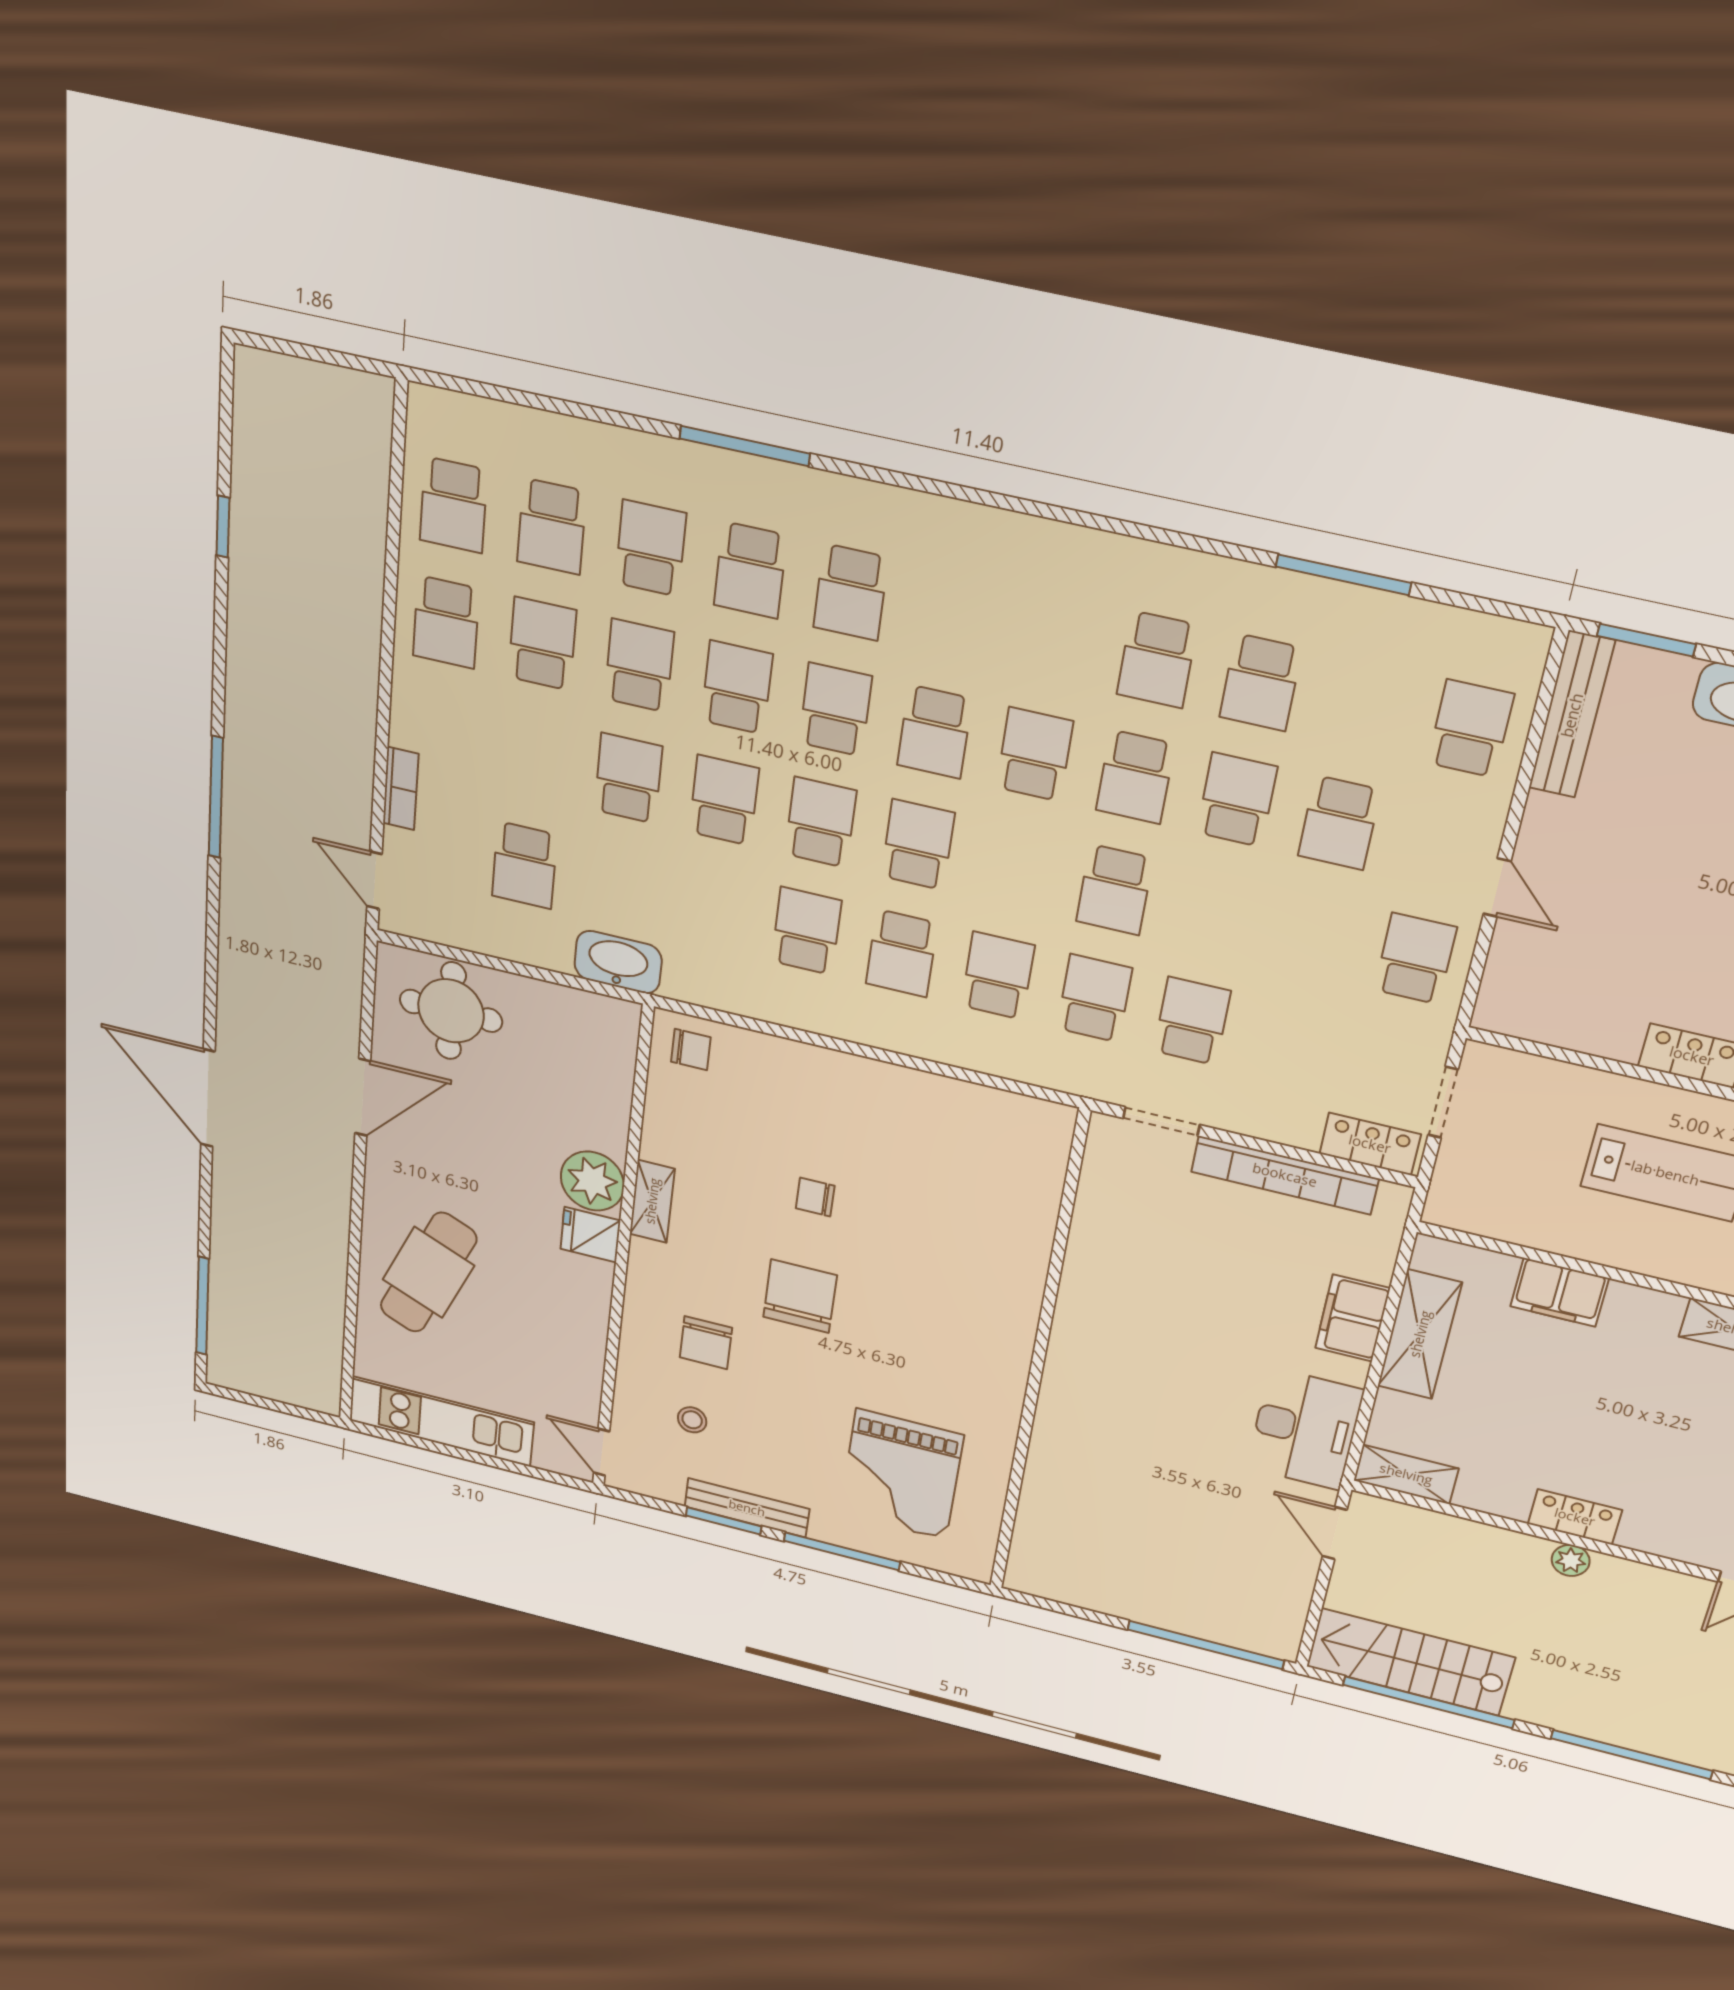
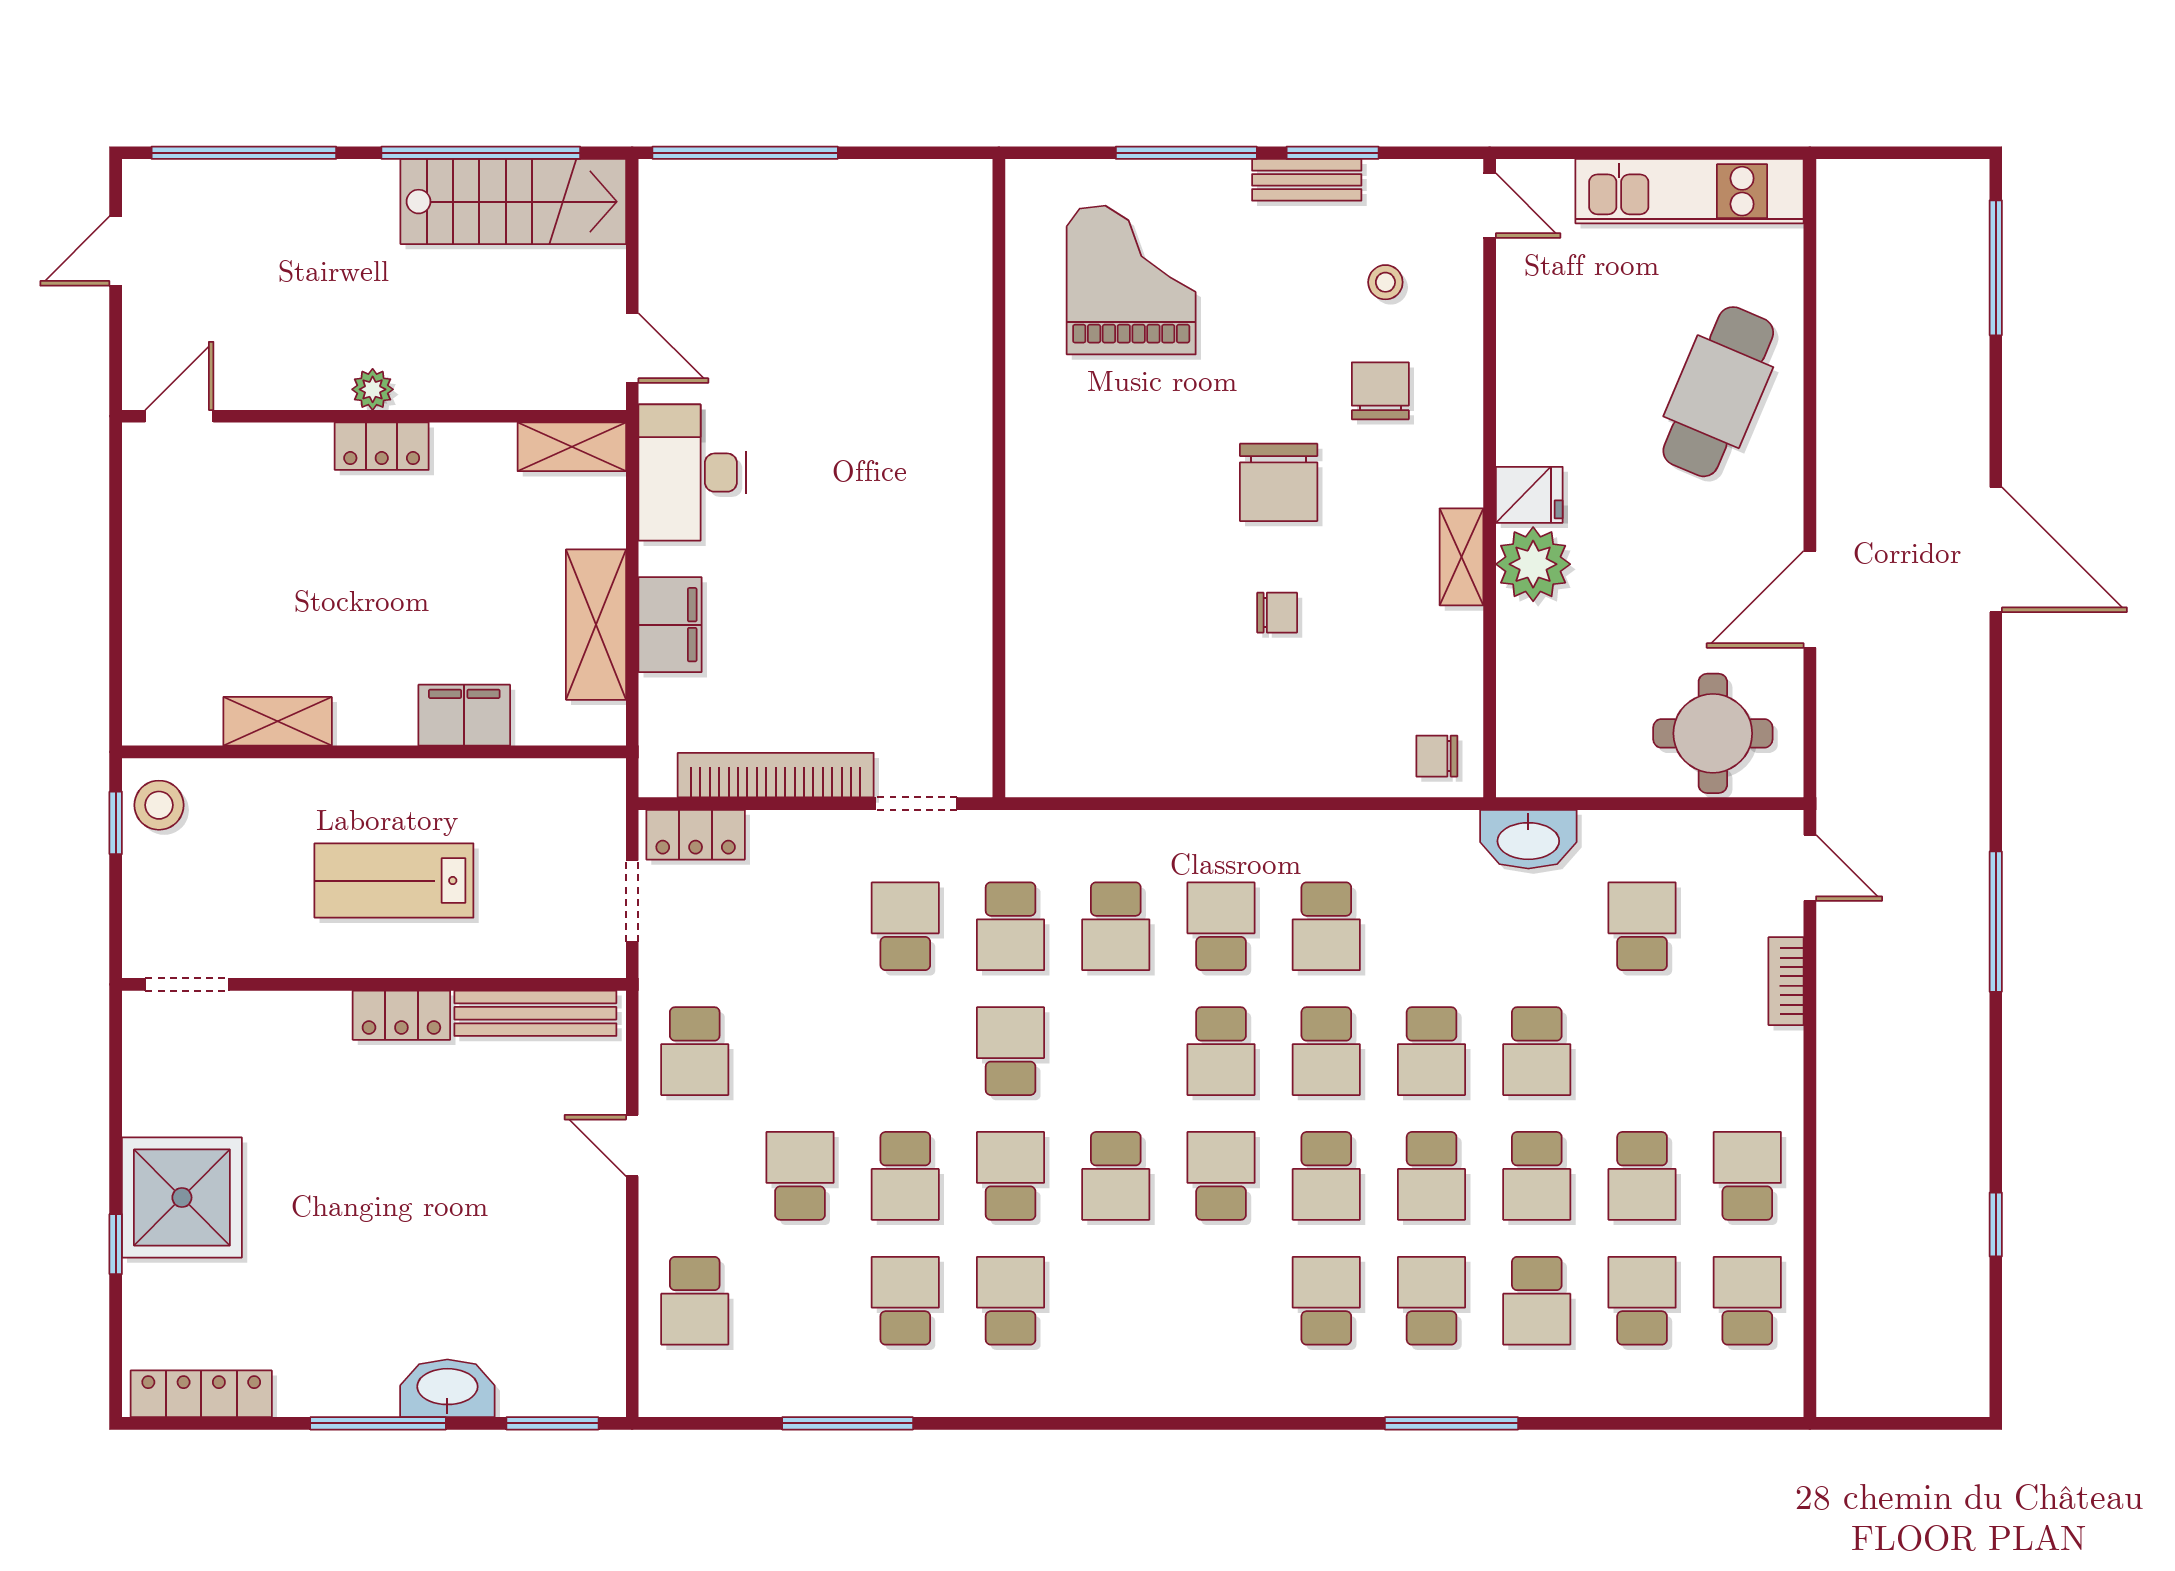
bench: (1572, 715) -> (535, 1013), moved, turned 90
school desk: (1192, 1021) -> (905, 926), turned 180
bench: (747, 1508) -> (1307, 180), width x0.73

